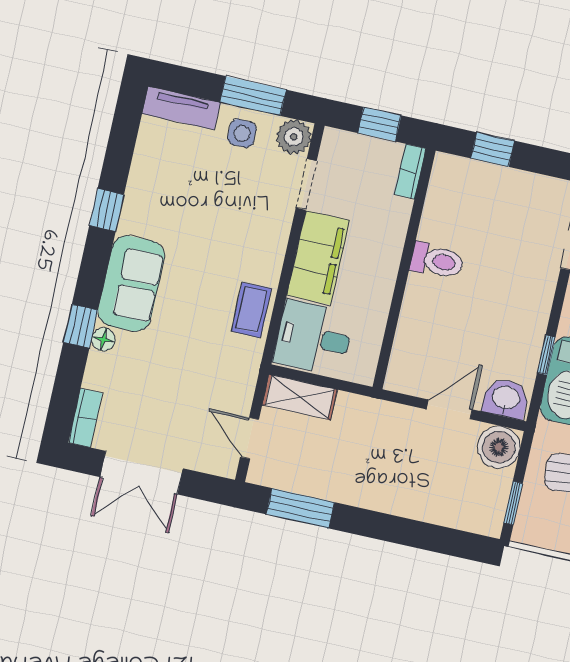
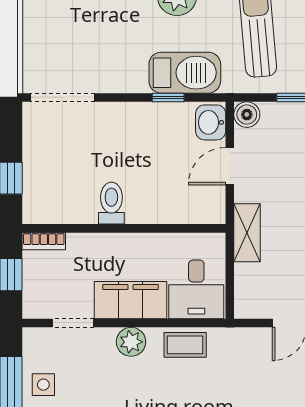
plant: (294, 137) -> (131, 342), moved
shelving: (300, 397) -> (247, 233), moved
door: (449, 409) -> (230, 166), hinge flipped
boiler: (499, 447) -> (247, 115), width x0.73, depth x0.73

